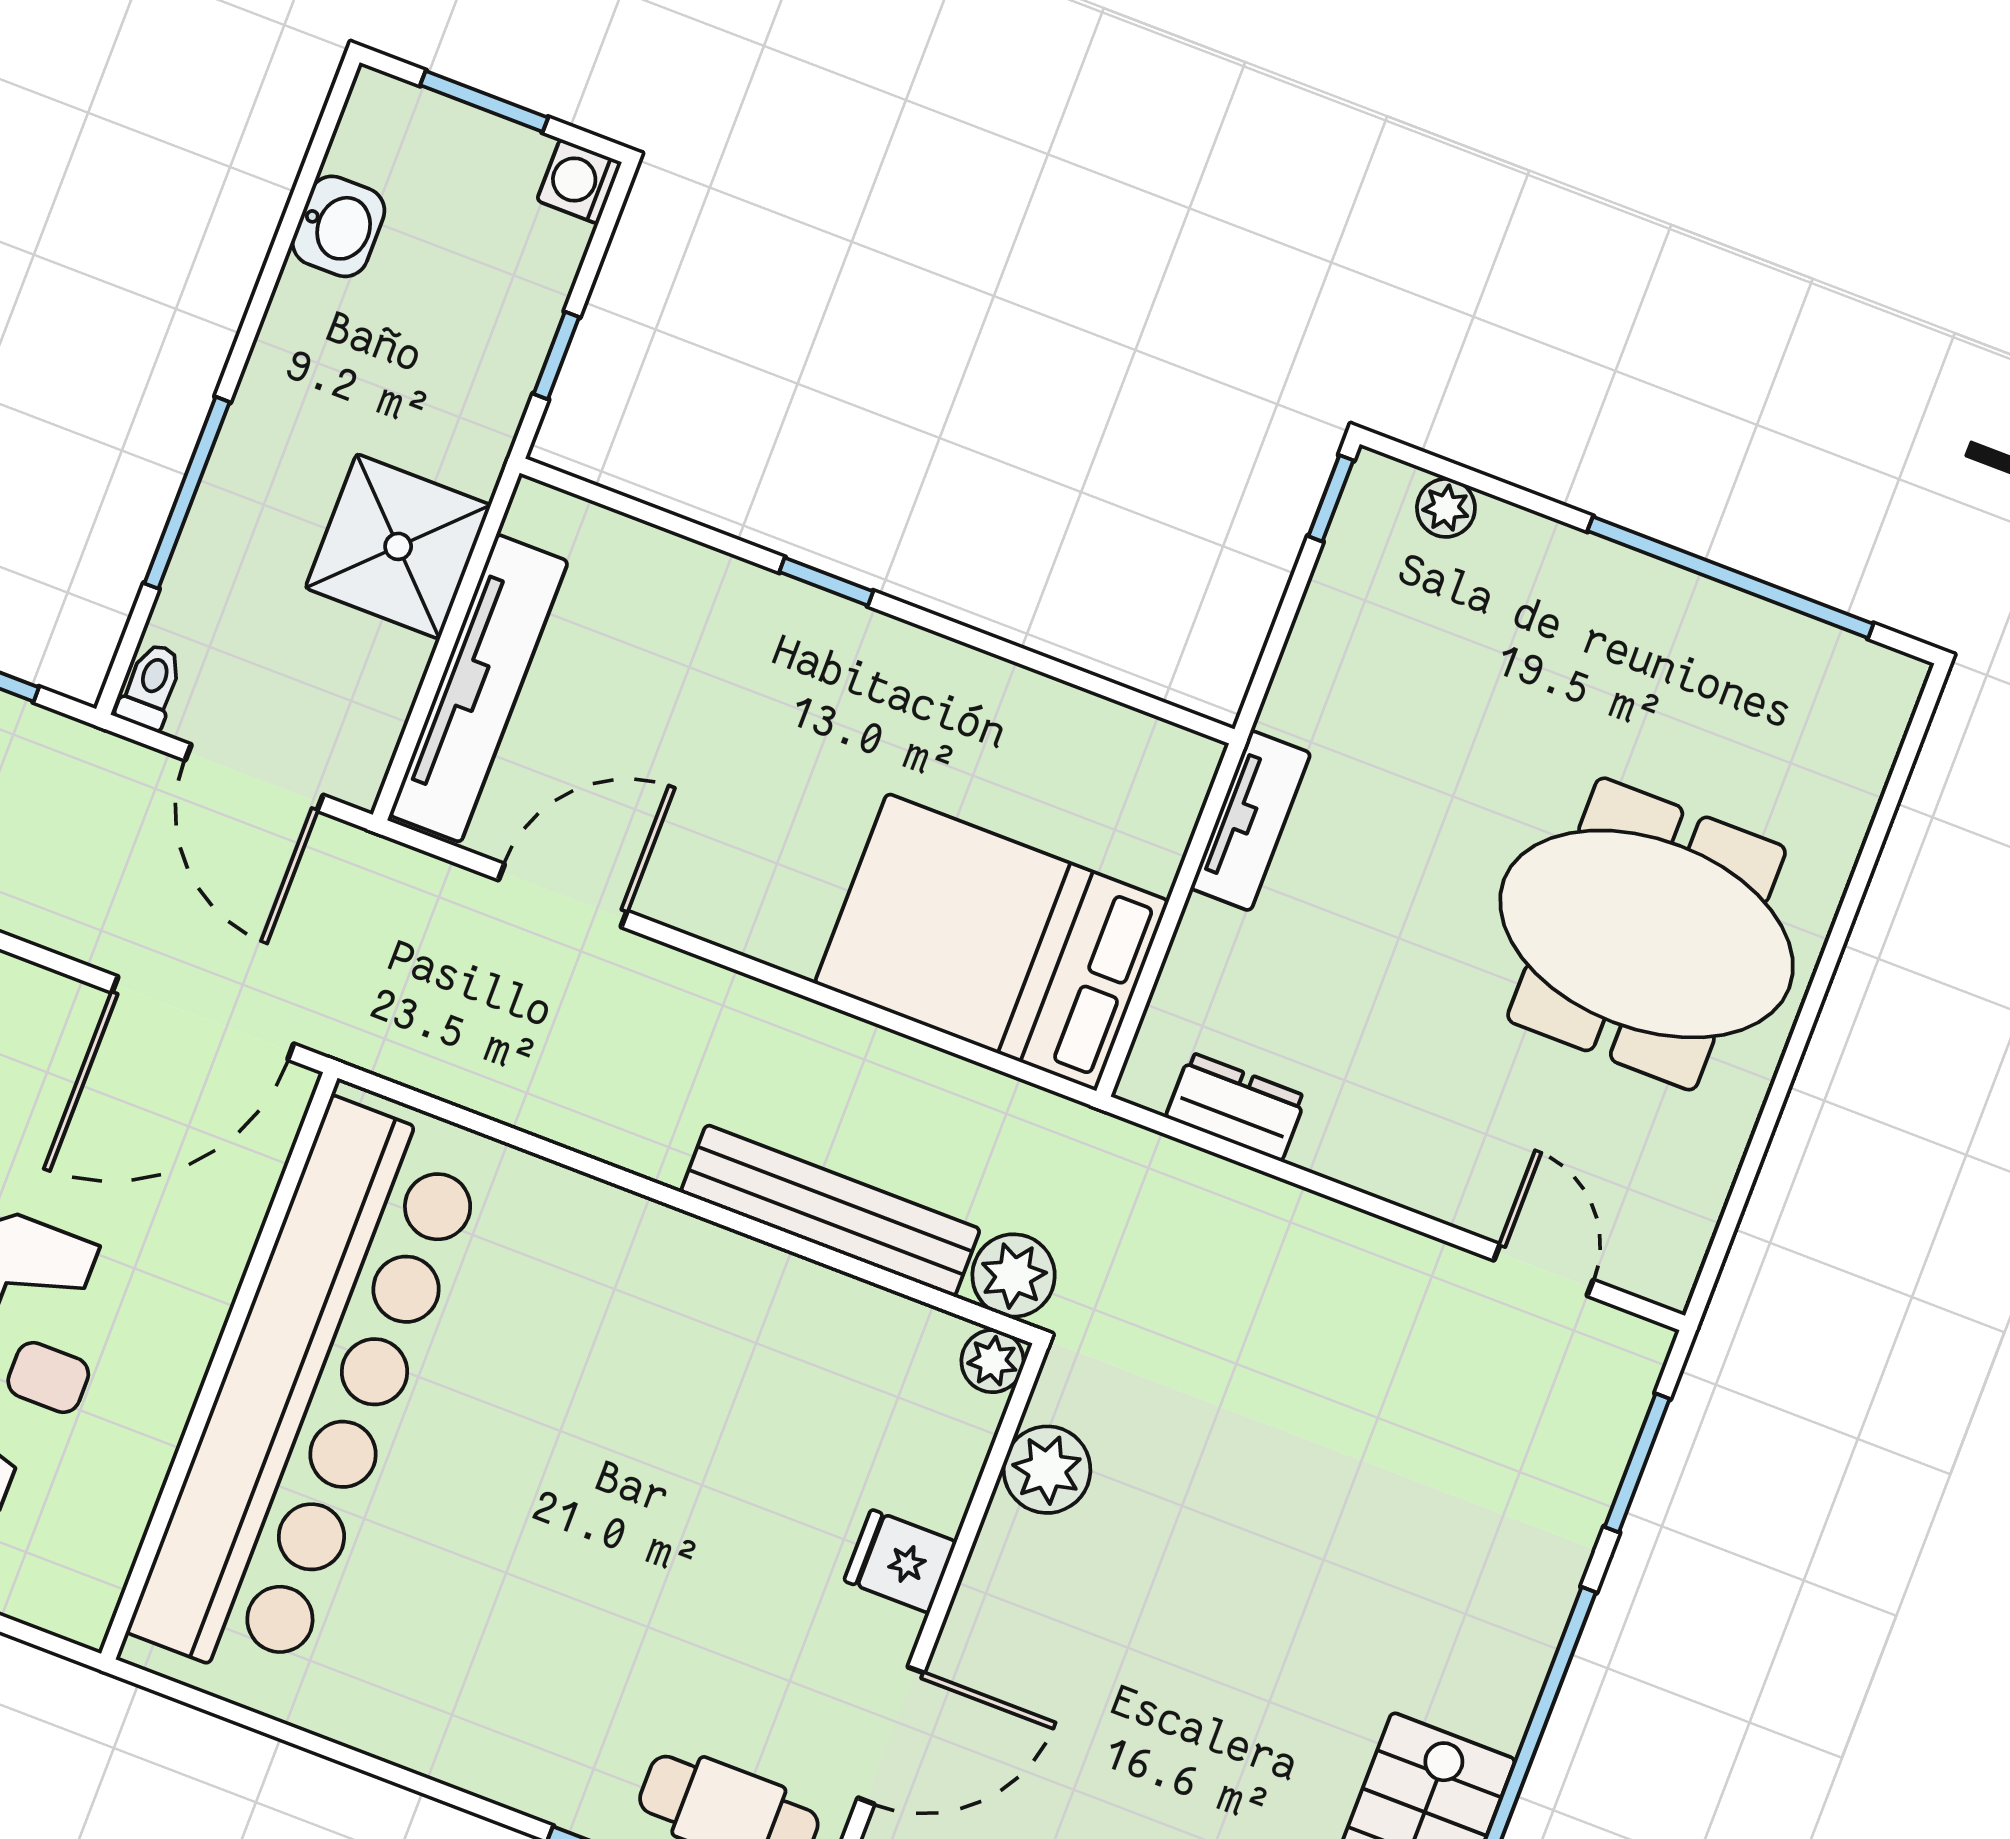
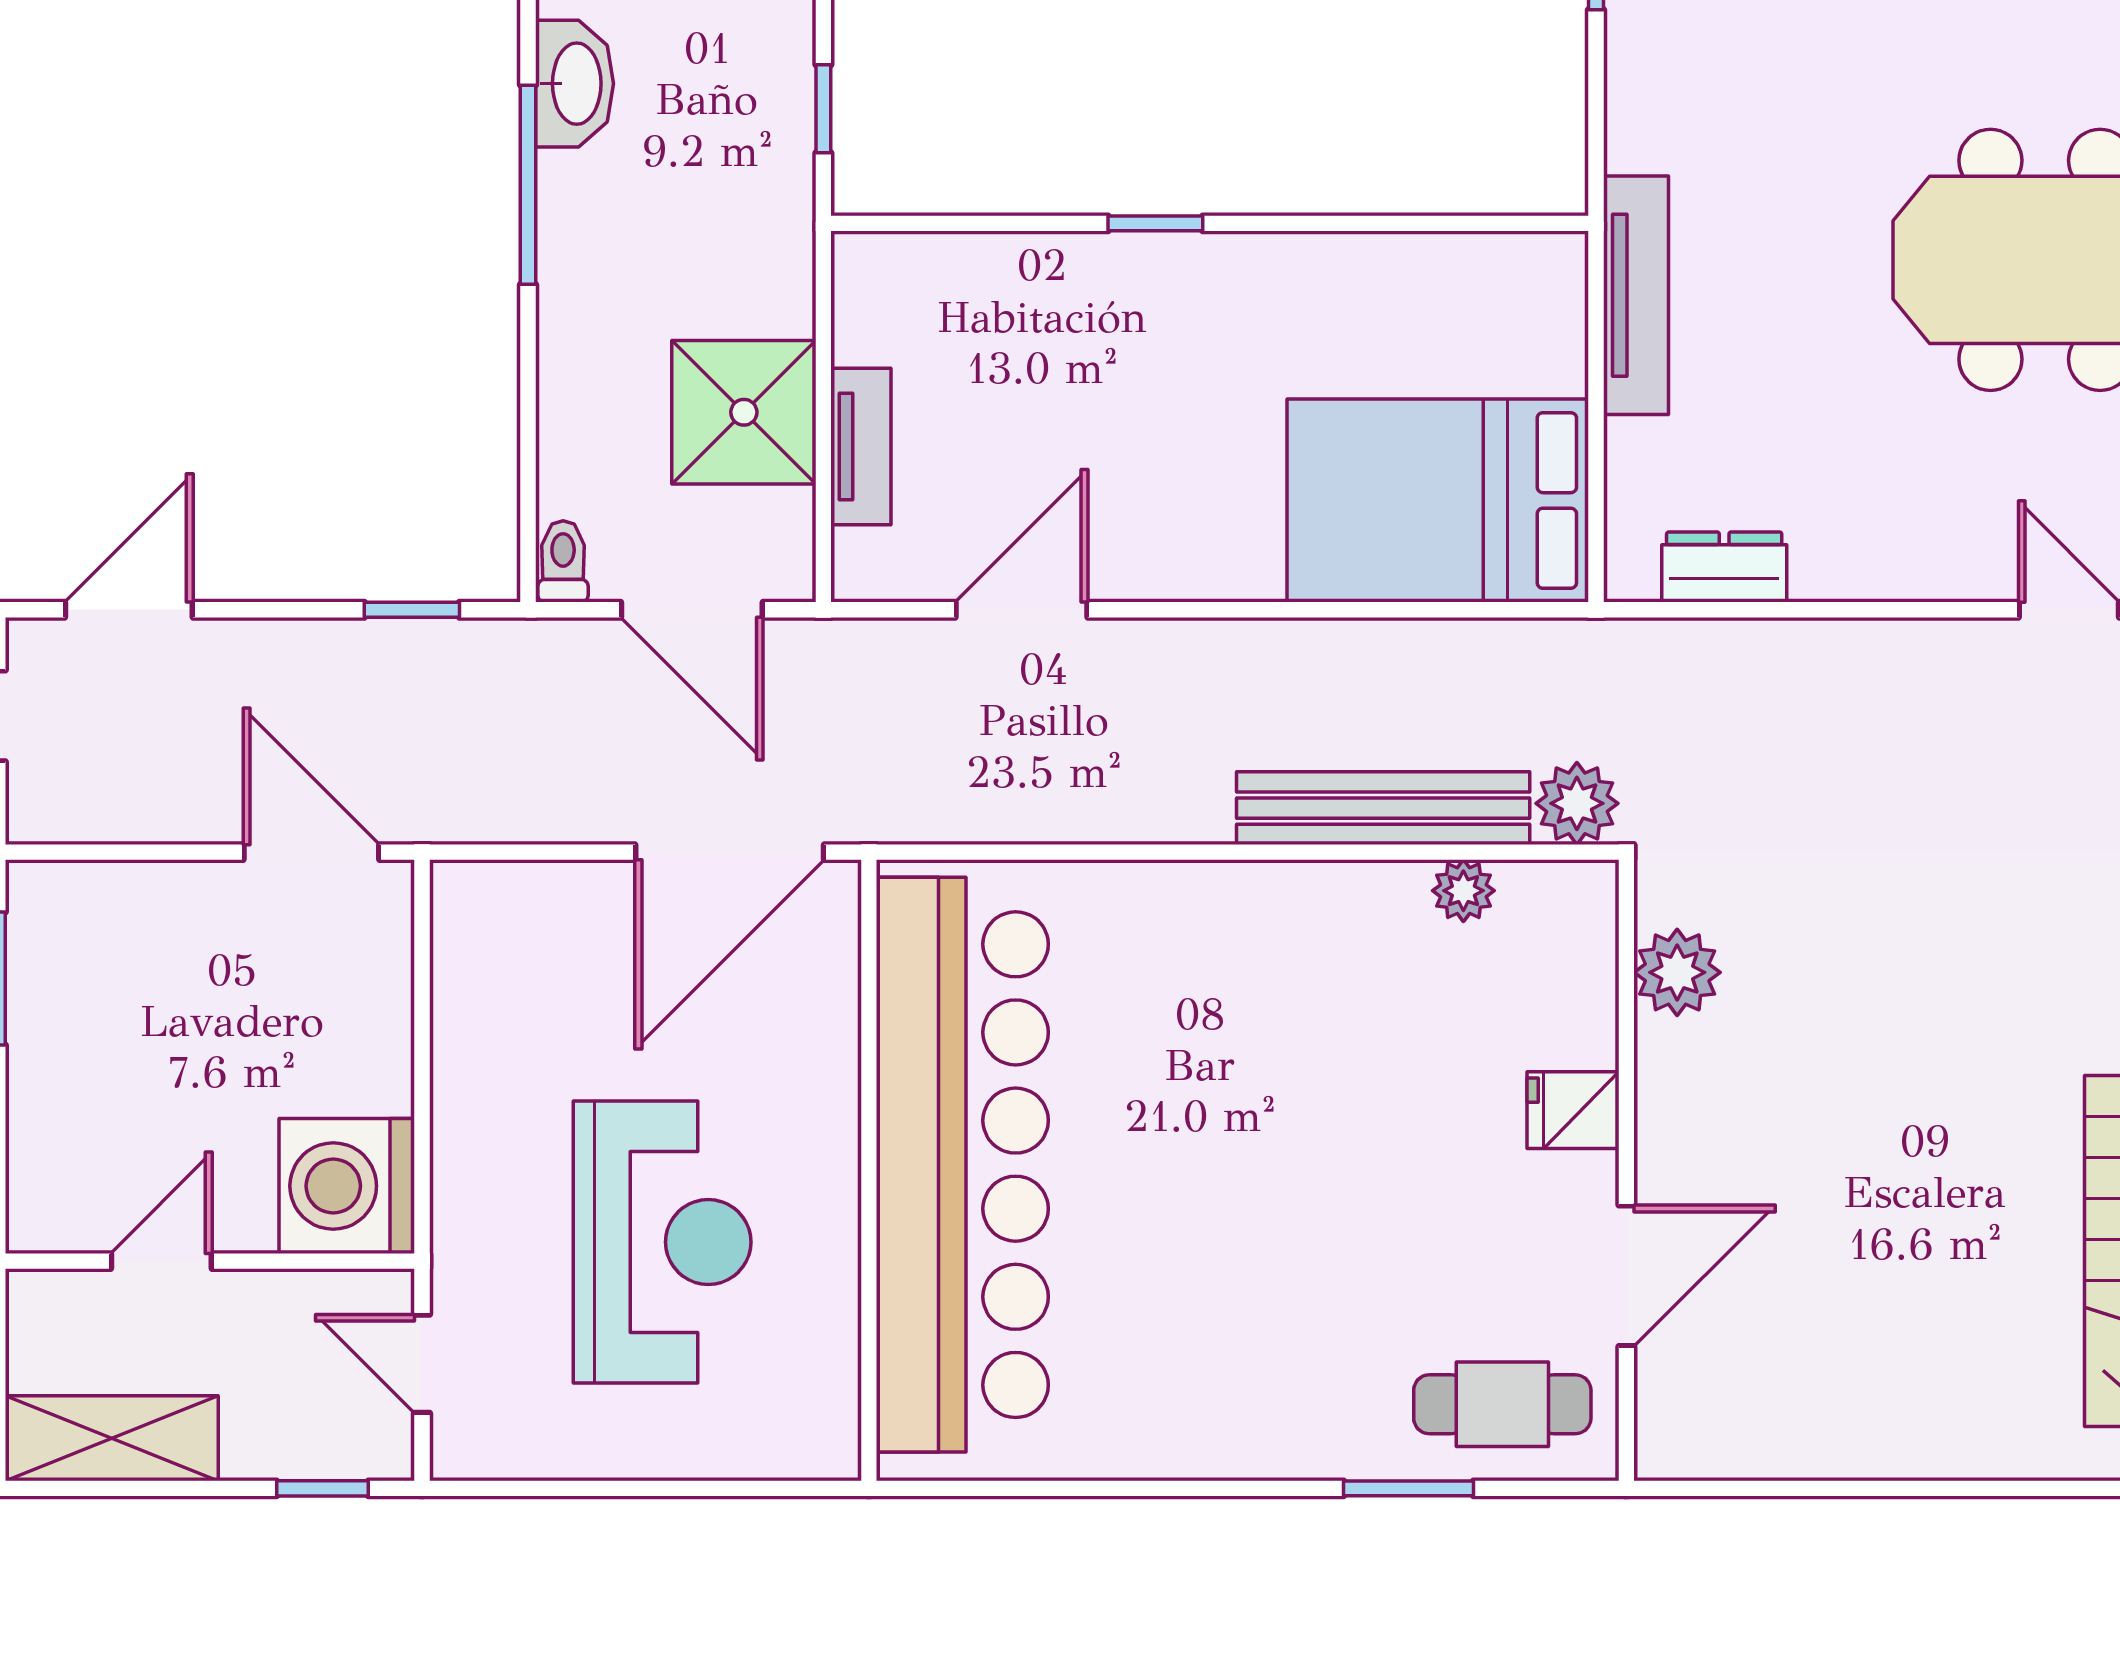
washbasin: (338, 226) -> (574, 84), width x1.38
window: (187, 493) -> (528, 185), moved
shower: (398, 546) -> (744, 412), moved
tv unit: (479, 688) -> (861, 446), width x0.52, depth x0.78
tv unit: (1251, 821) -> (1636, 295), width x1.41
plant: (993, 1361) -> (1463, 891), moved

